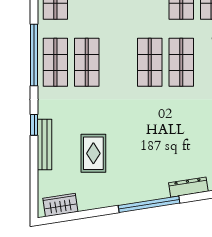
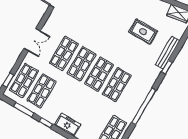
shop shelf: (55, 62) -> (99, 74), moved
rug: (93, 153) -> (143, 32), turned 90

